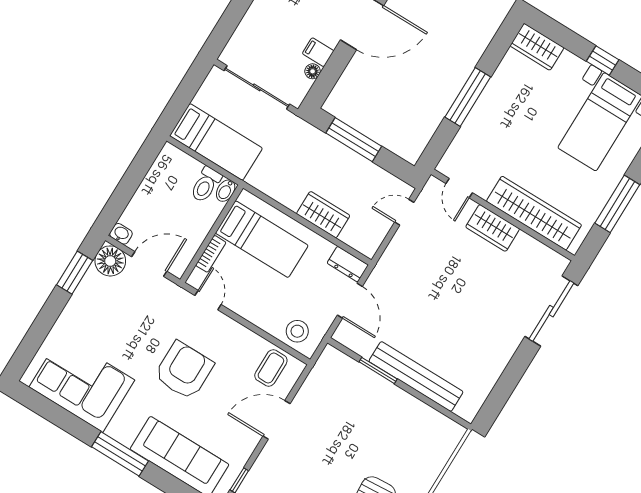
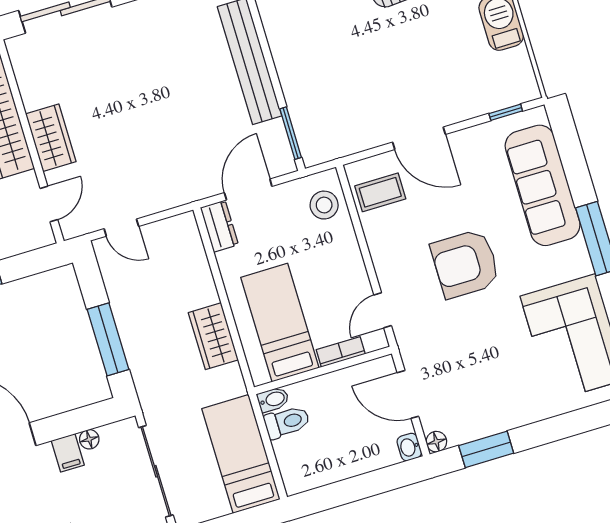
wardrobe: (323, 215) -> (213, 336), moved
floor lamp: (110, 261) -> (436, 442), width x0.53, depth x0.53
window: (378, 370) -> (291, 133), moved

